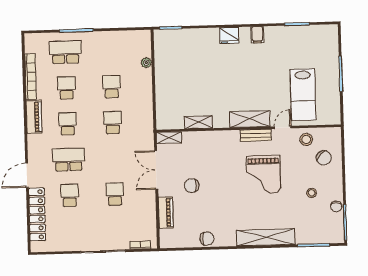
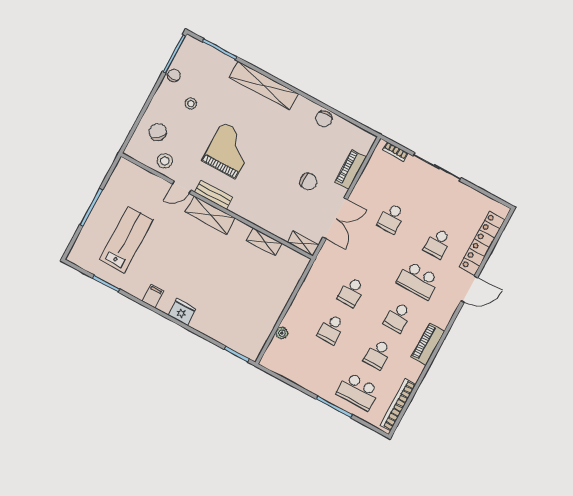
bookcase: (31, 77) -> (398, 405), moved
lab bench: (303, 95) -> (126, 240), moved
chair: (207, 239) -> (324, 119), turned -90

